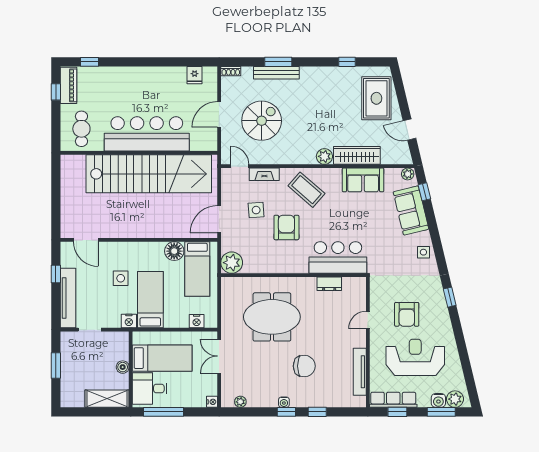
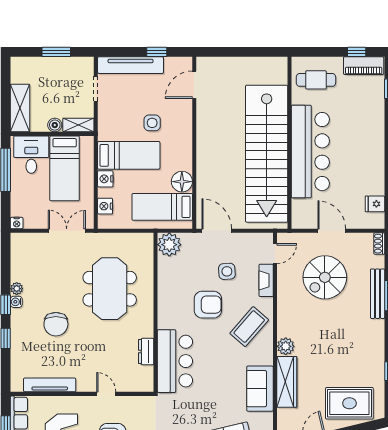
spiral stairs: (262, 121) -> (325, 277), turned 90
nightstand: (129, 321) -> (105, 179), moved
shelving: (123, 345) -> (78, 125), added
plant: (240, 402) -> (17, 289), moved

